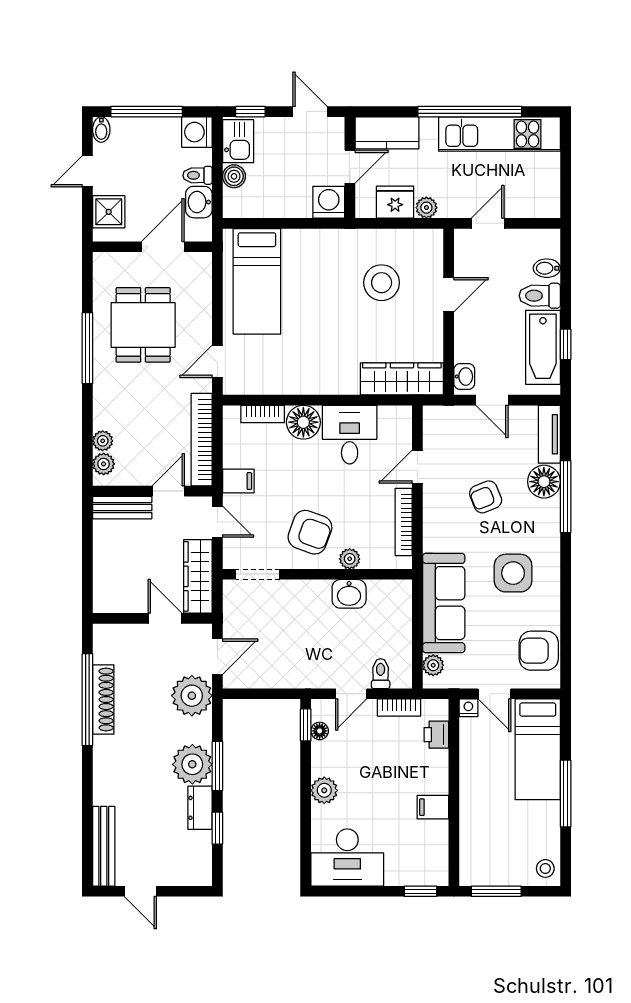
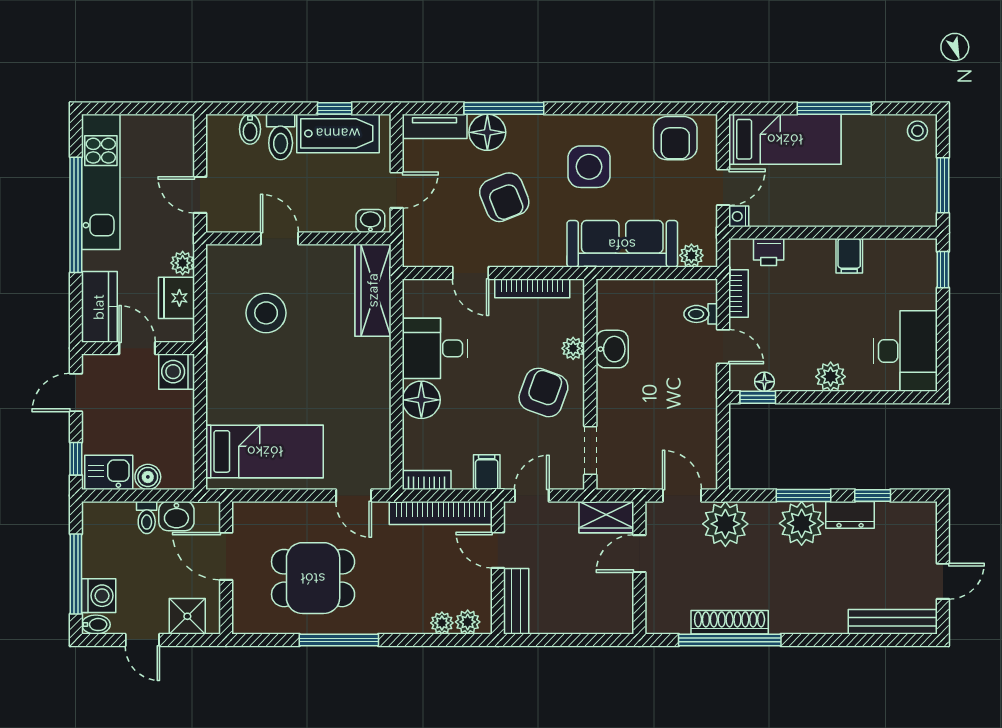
washing machine: (197, 132) -> (99, 596), moved, turned -90
bookcase: (263, 414) -> (427, 480), moved, turned -90
armchair: (486, 497) -> (504, 197), width x1.38, depth x1.38
wardrobe: (198, 576) -> (606, 517), width x0.67

